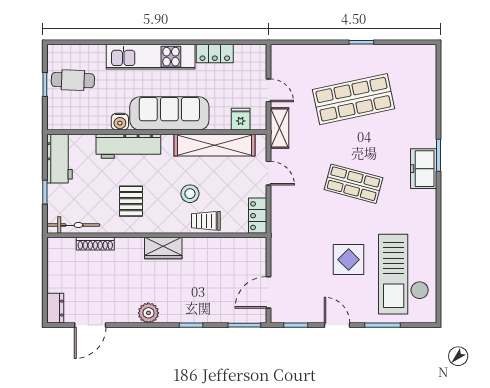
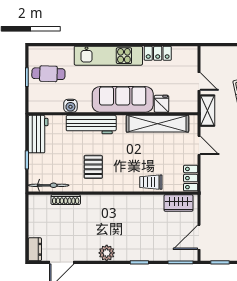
fridge: (241, 119) -> (161, 104), moved
water cooler: (120, 122) -> (70, 106), moved
stool: (190, 194) -> (139, 161), removed
wardrobe: (163, 248) -> (178, 203), moved

